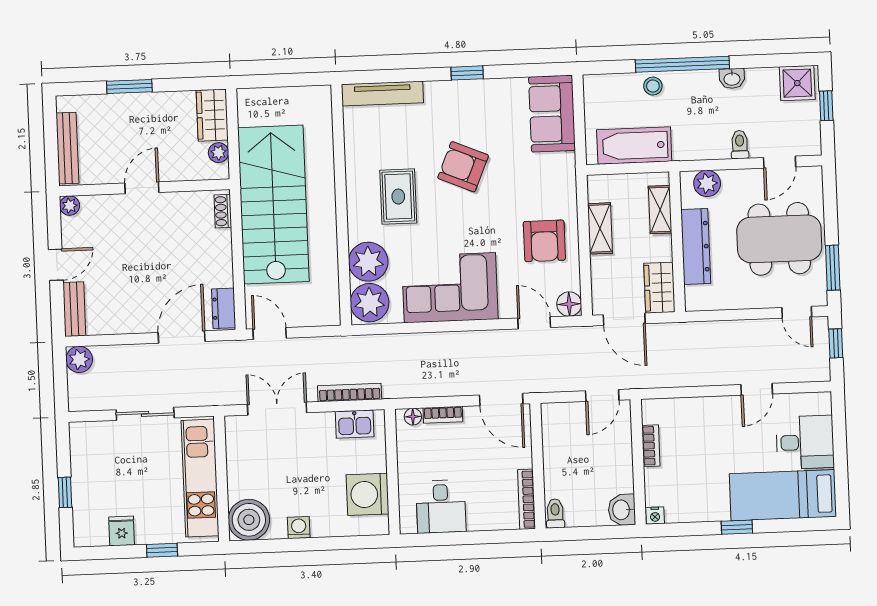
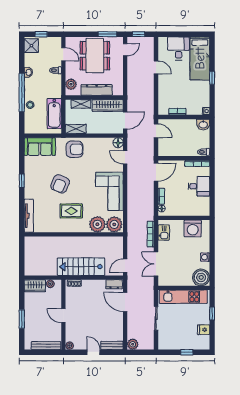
stairs: (273, 205) -> (81, 267), width x0.73, depth x0.66
shelving: (600, 228) -> (76, 129), moved
armchair: (544, 241) -> (74, 149), moved
wardrobe: (659, 288) -> (108, 106), width x1.50
door: (534, 323) -> (125, 157), hinge flipped
desk: (441, 507) -> (199, 186), moved

